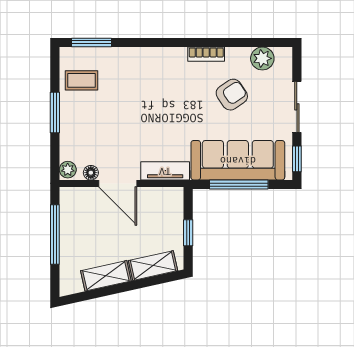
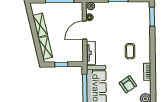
coffee table: (82, 80) -> (130, 51), moved

